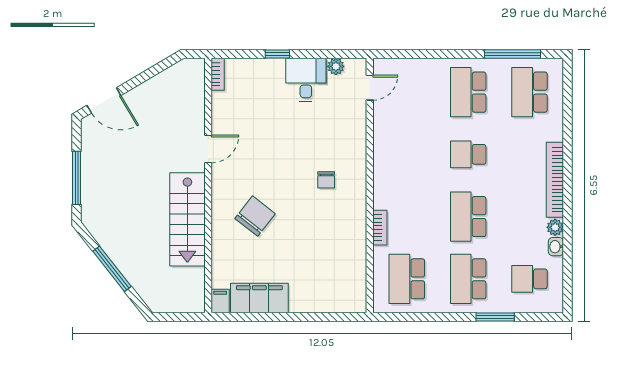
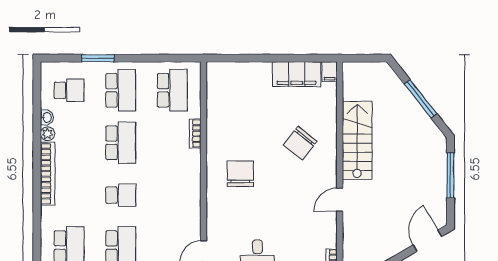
door: (104, 100) -> (427, 241), hinge flipped
chair: (326, 180) -> (240, 174), width x1.87, depth x1.87

